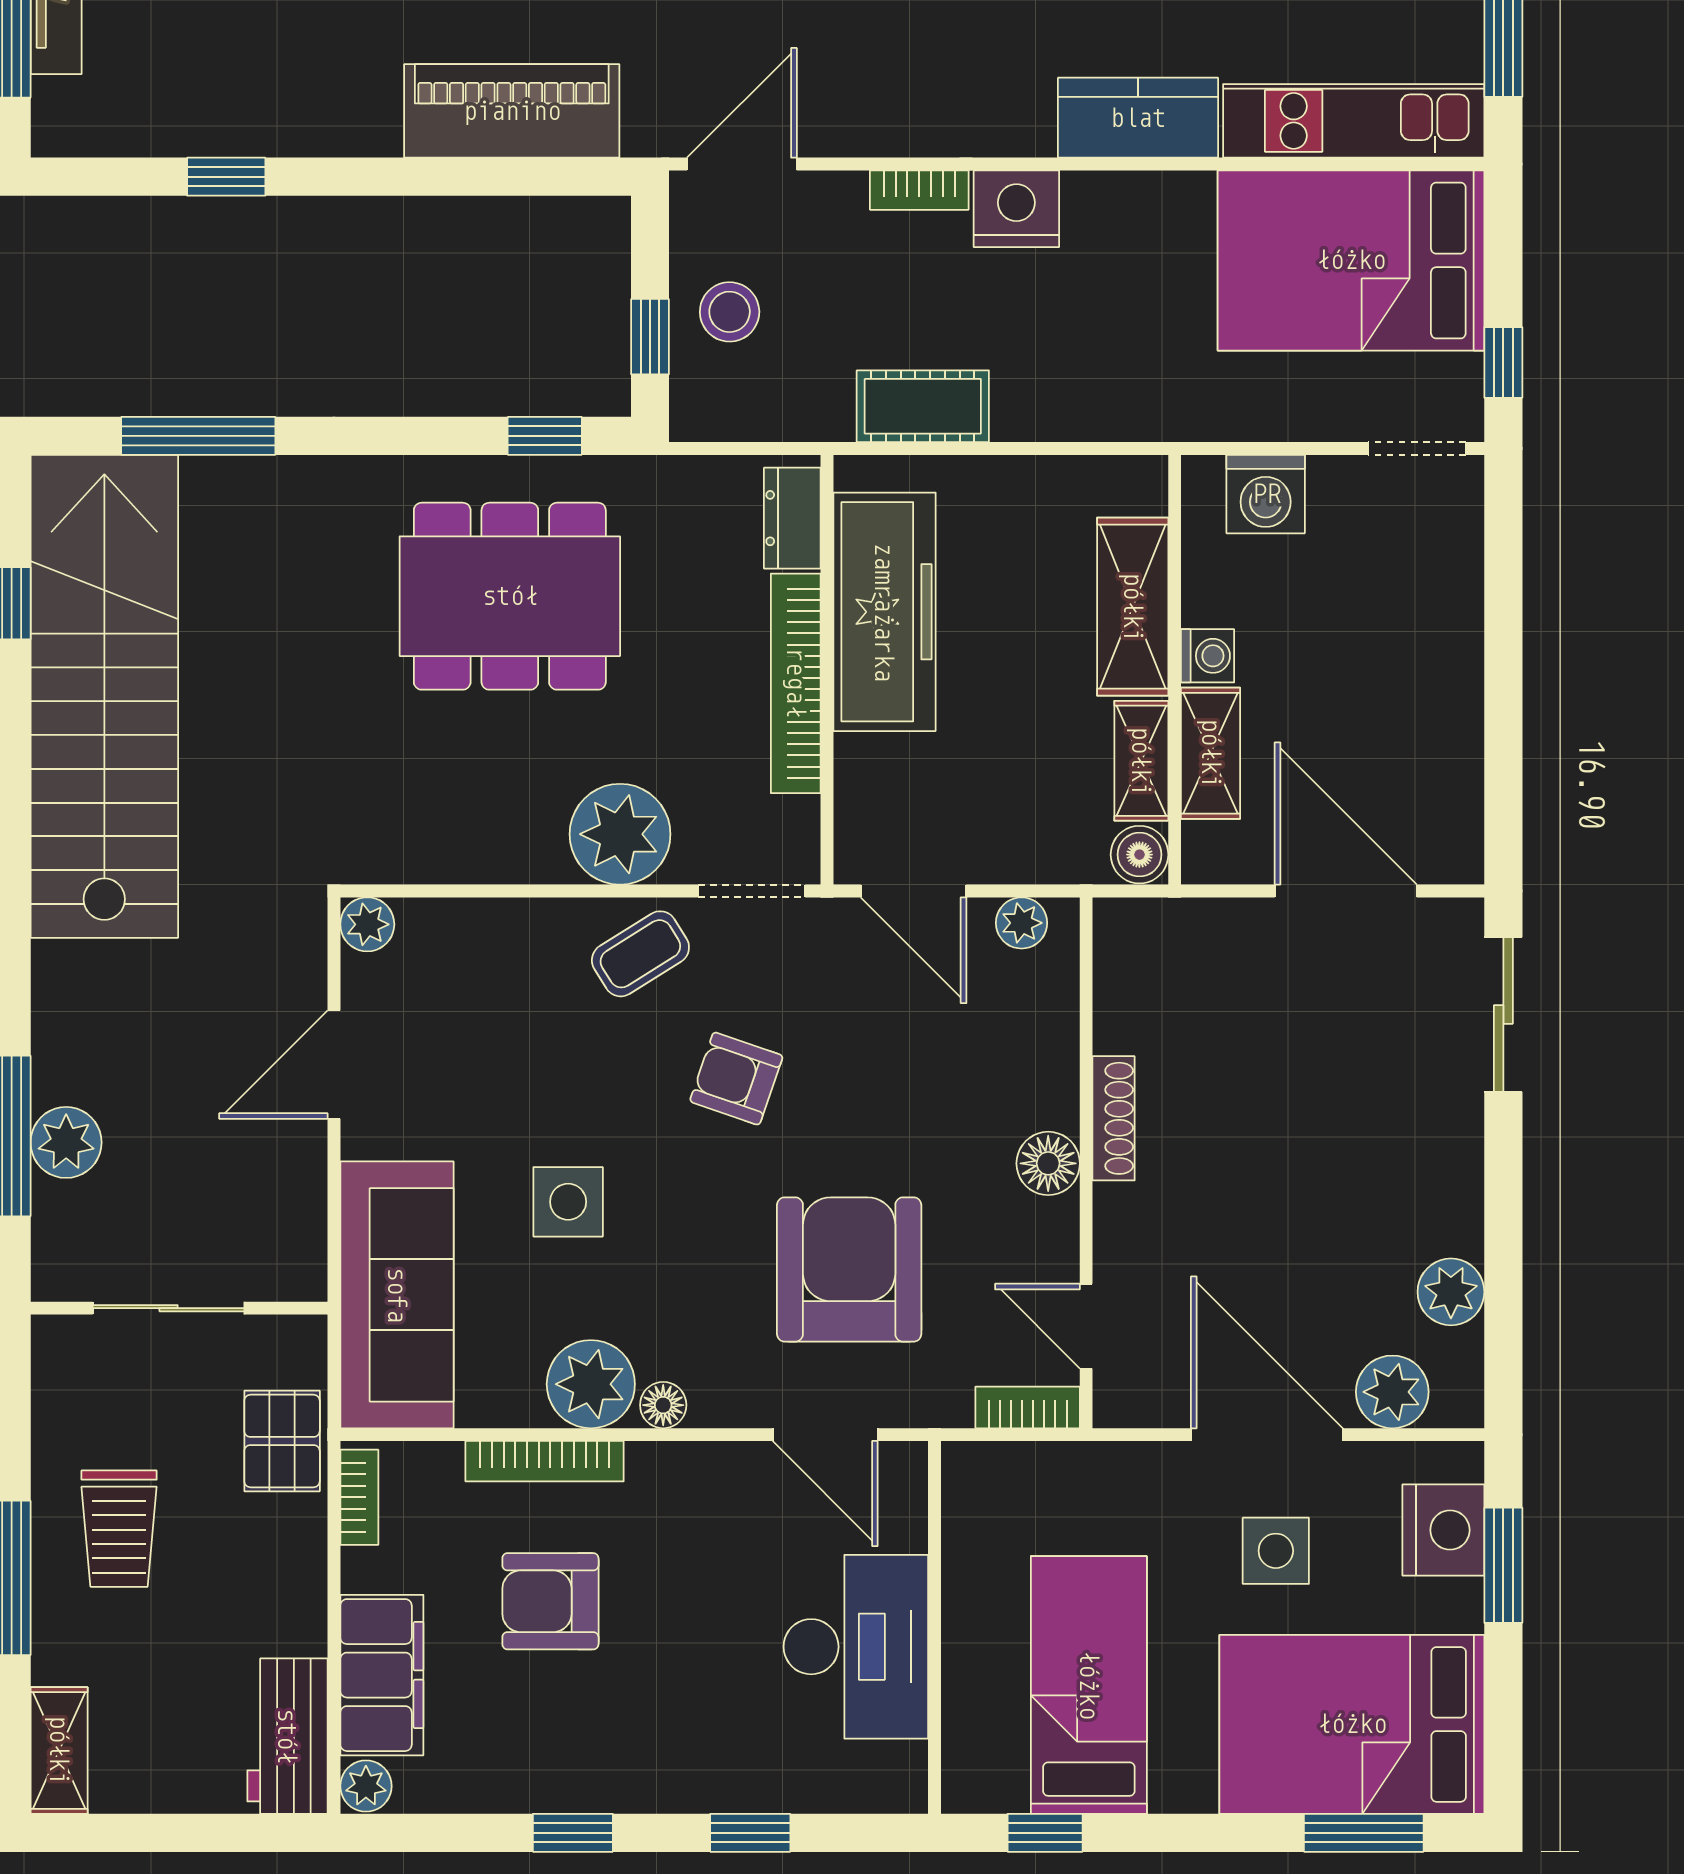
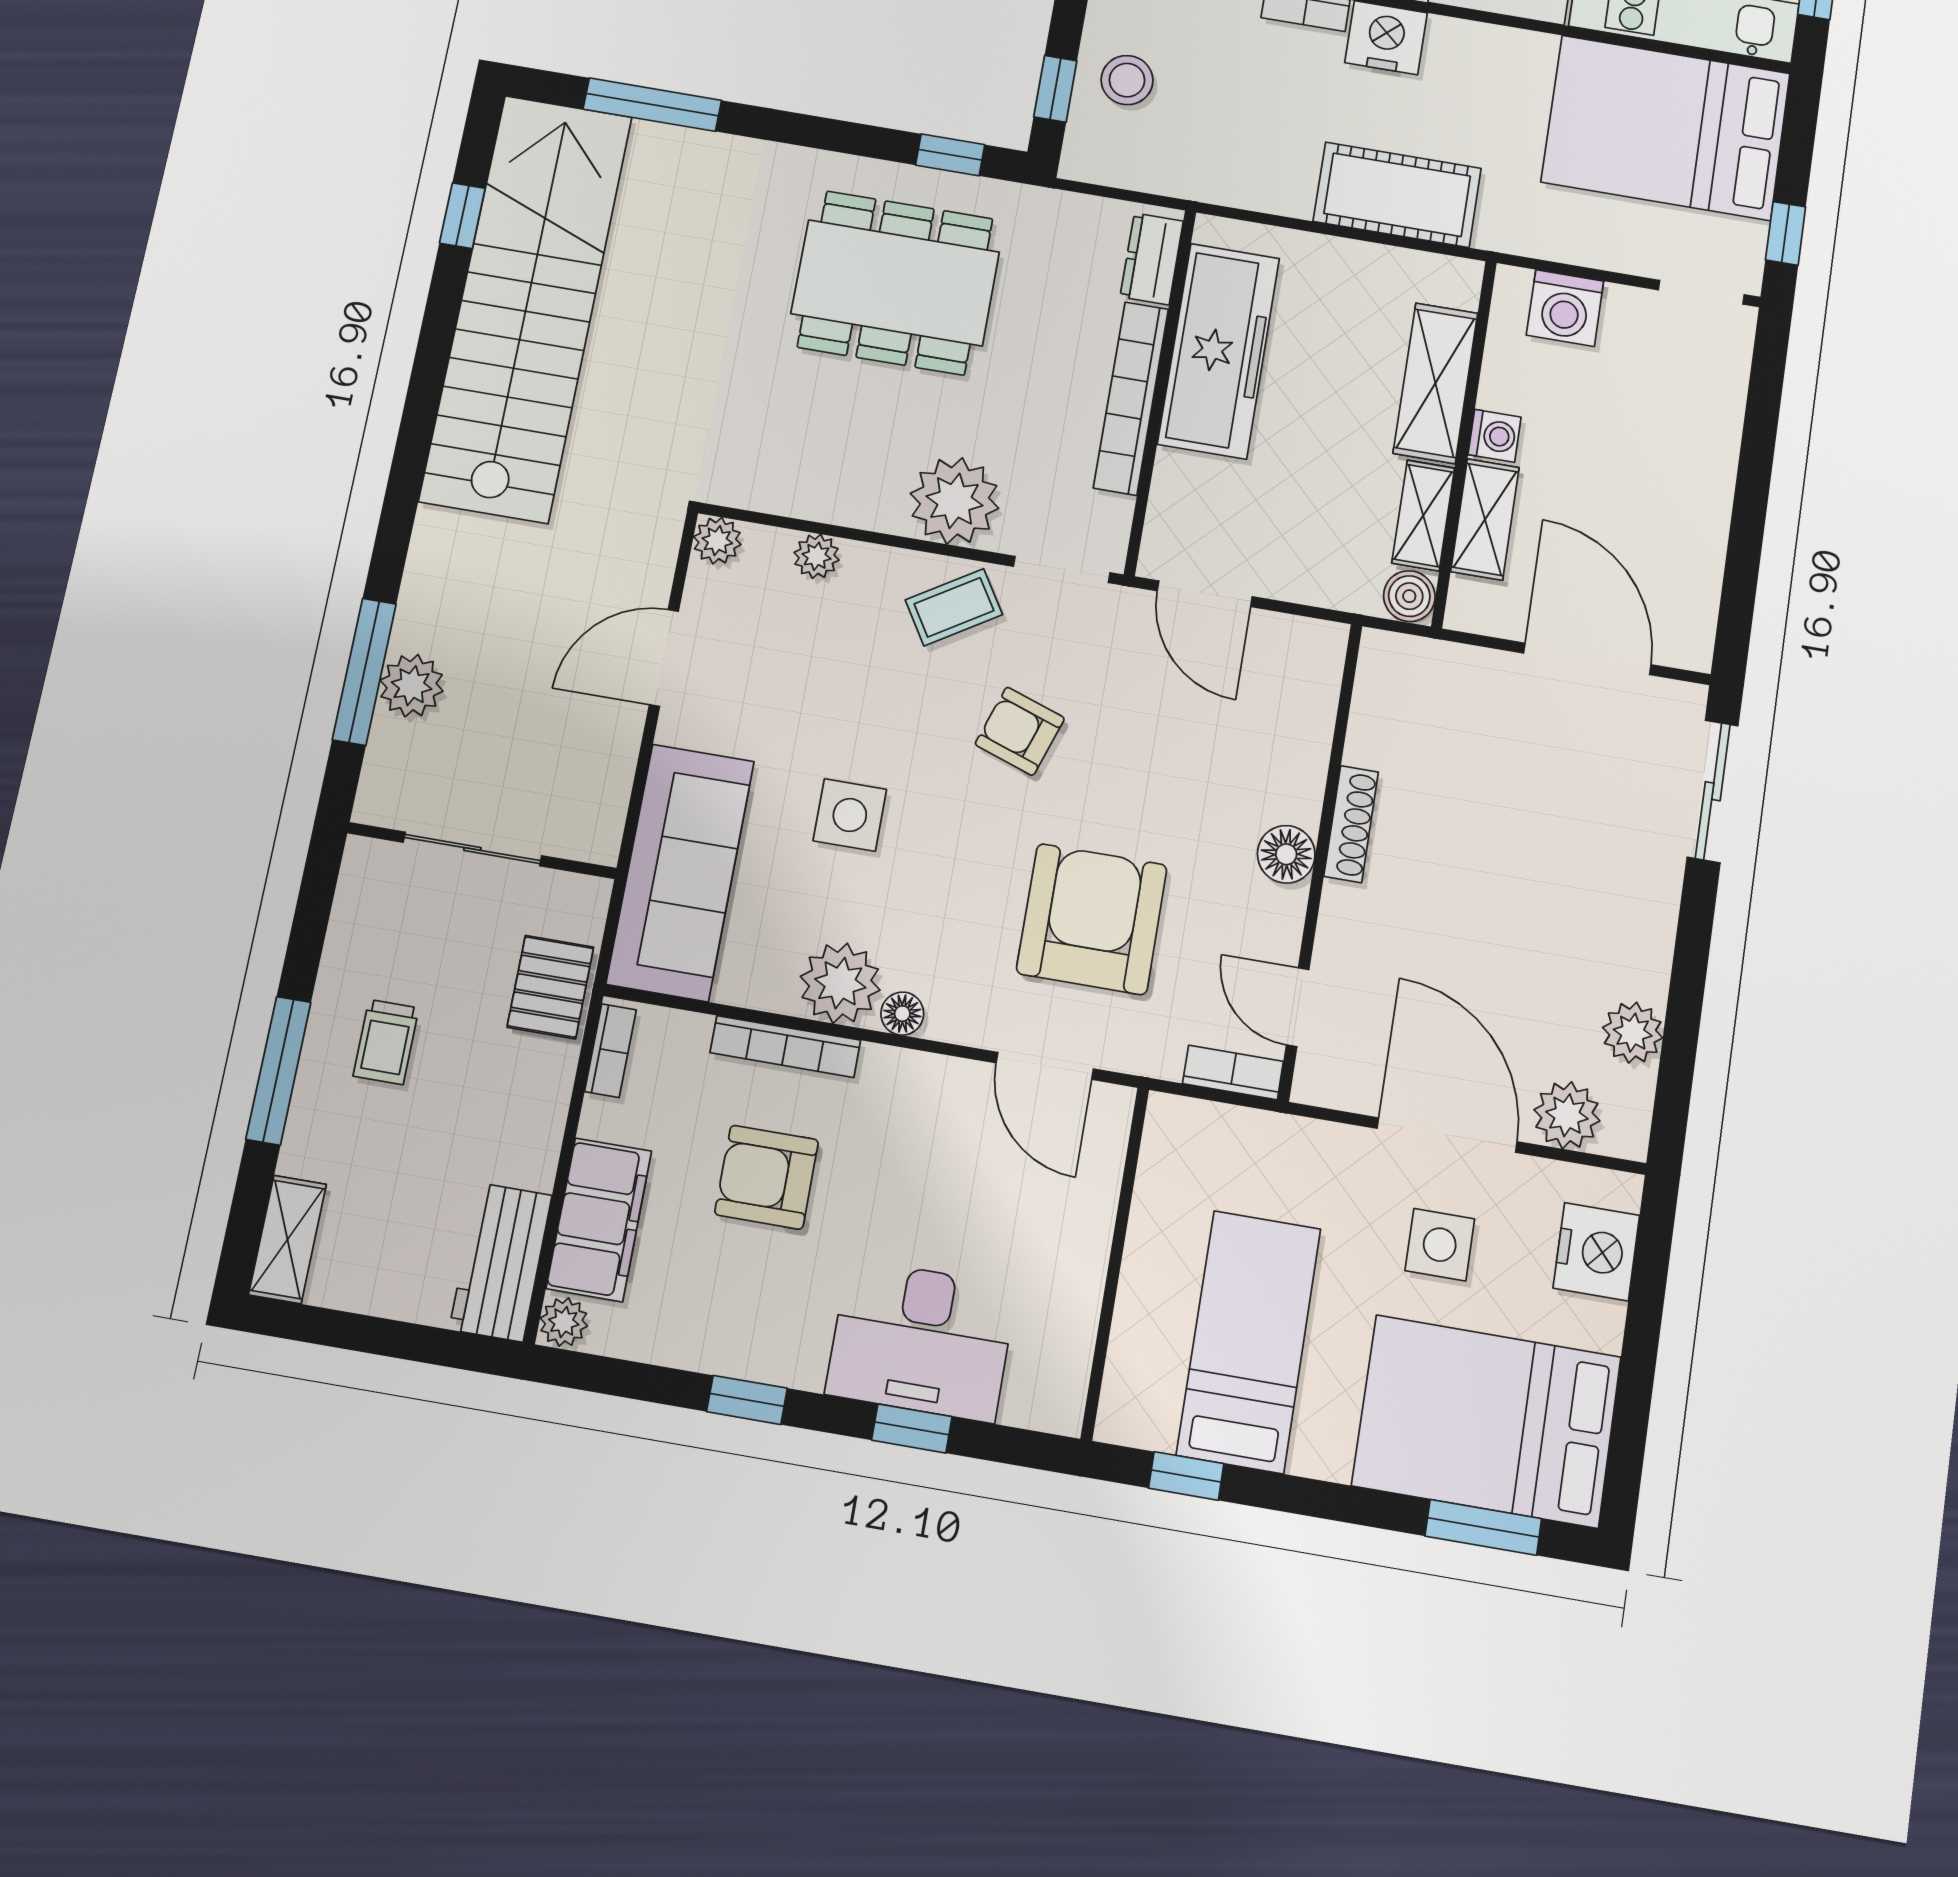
cot: (923, 406) -> (1397, 195), moved, width x1.37, depth x1.34
plant: (1022, 923) -> (817, 556), moved
trolley: (119, 1529) -> (386, 1042), width x0.73, depth x0.72
window: (1503, 1565) -> (1647, 1294), removed
desk: (856, 1647) -> (921, 1340), moved, turned 90

